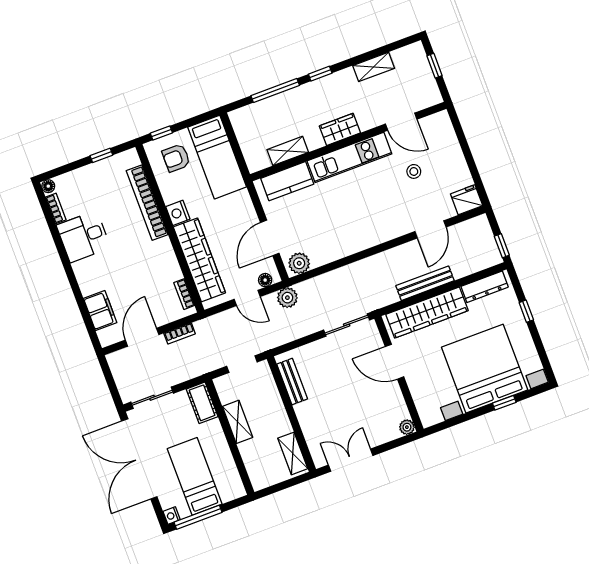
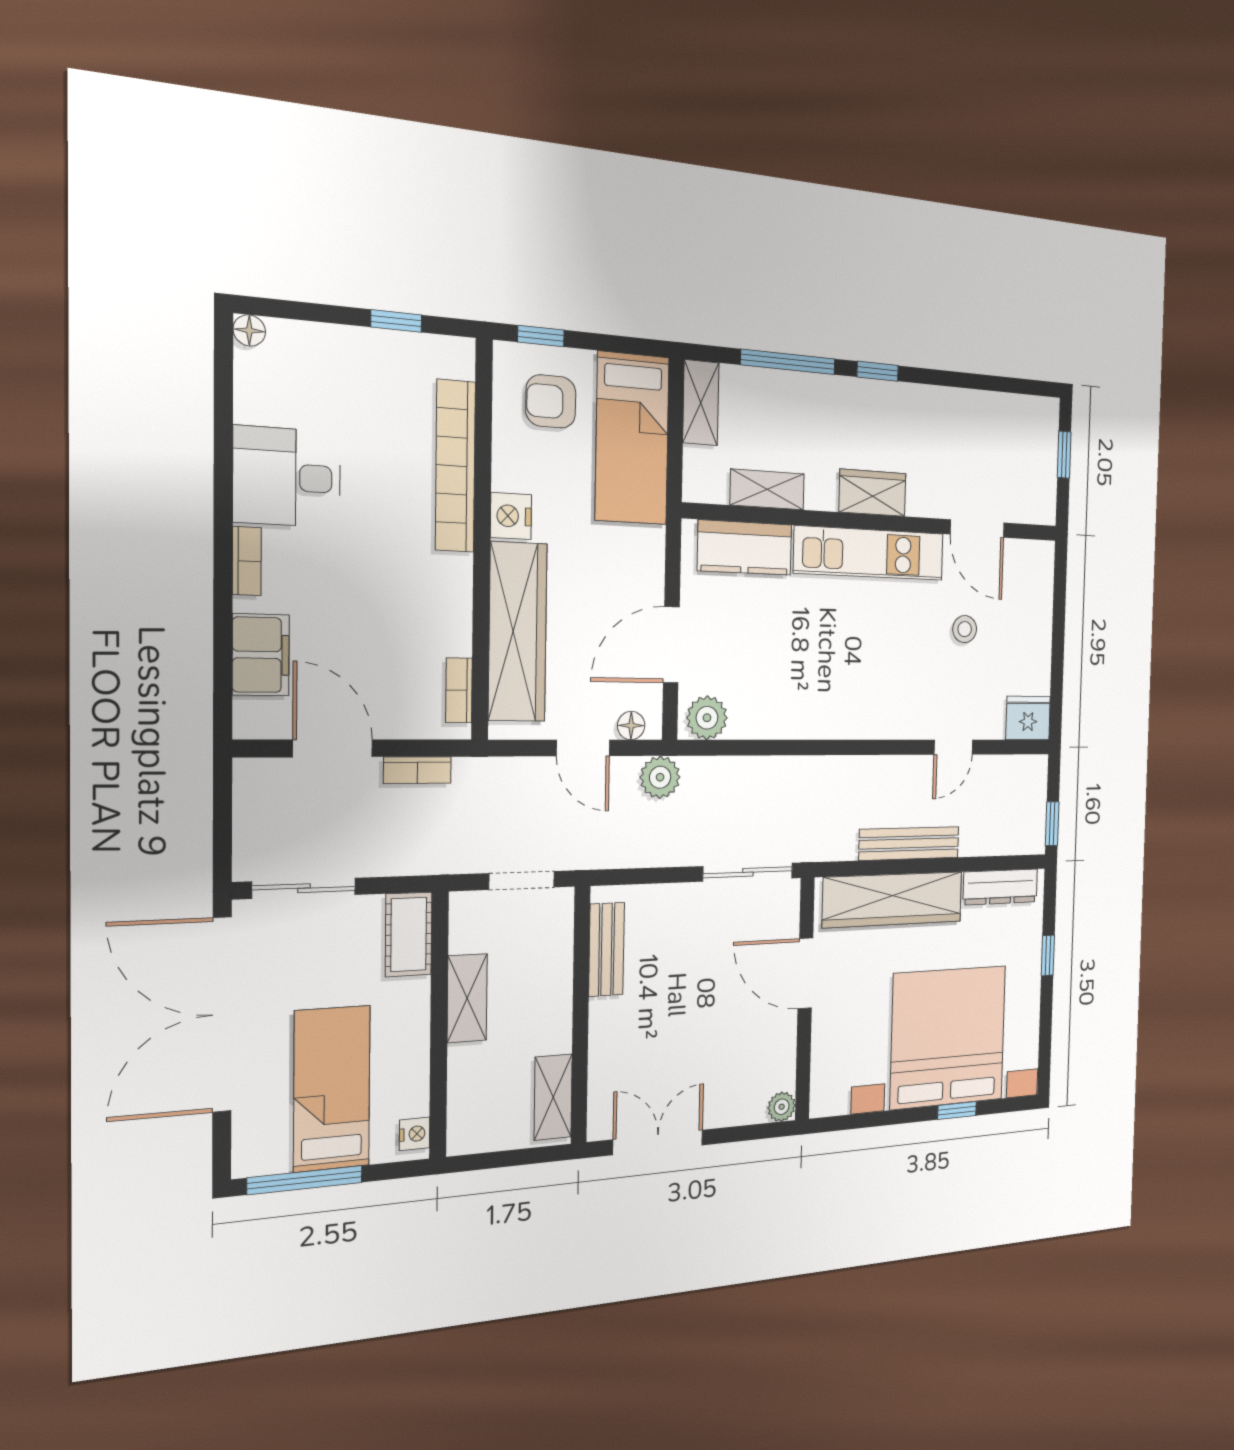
shelving: (374, 67) -> (701, 403), moved, turned 90
bookcase: (56, 208) -> (247, 561), moved
door: (430, 229) -> (953, 747), width x0.73
door: (142, 337) -> (333, 748), hinge flipped
nightstand: (172, 516) -> (415, 1134), moved, turned 180

